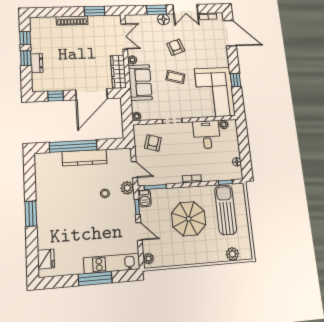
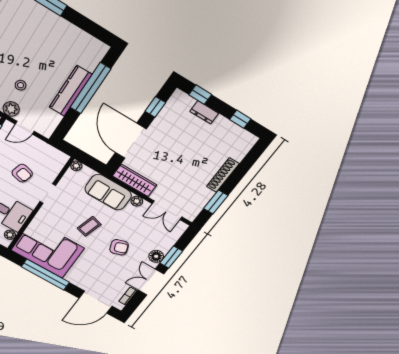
window: (26, 58) -> (200, 95), moved
window: (236, 80) -> (45, 275), width x3.17
armchair: (153, 143) -> (22, 173), moved

